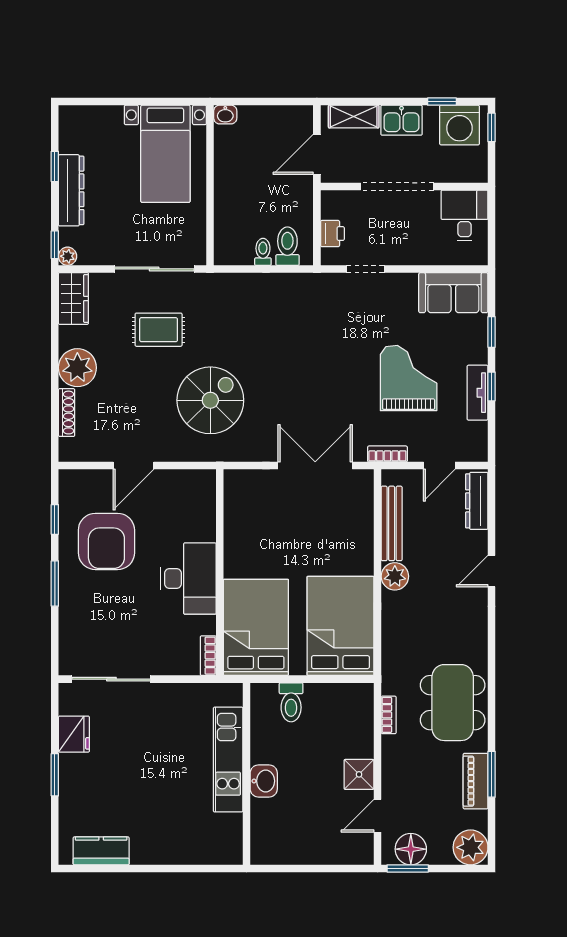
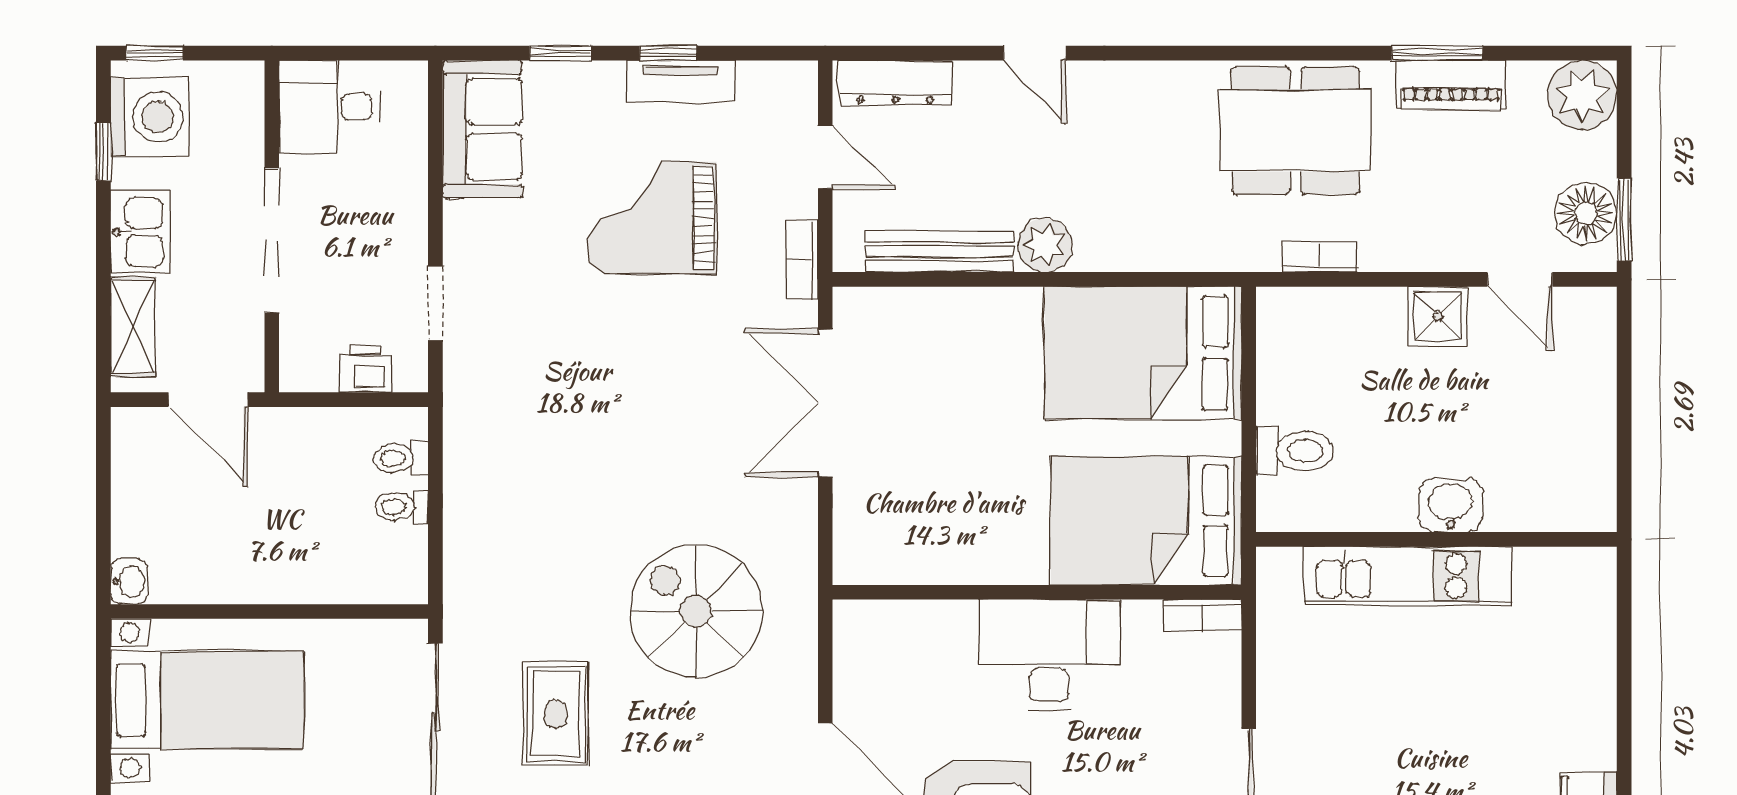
toilet: (287, 246) -> (401, 458), width x0.73, depth x0.72

